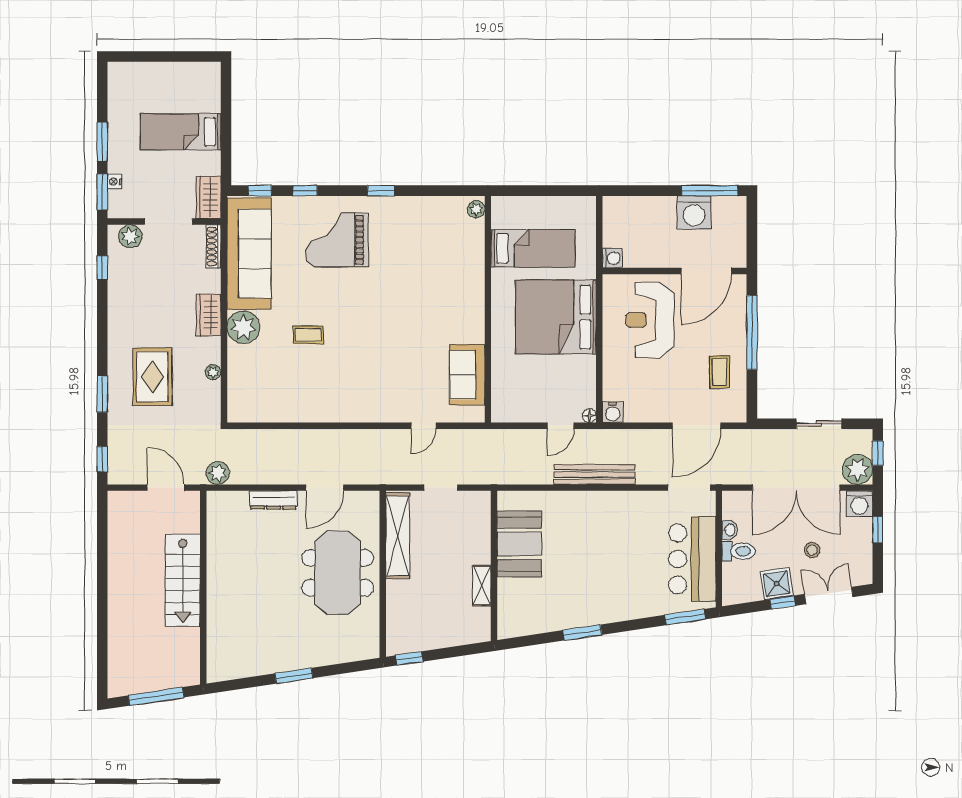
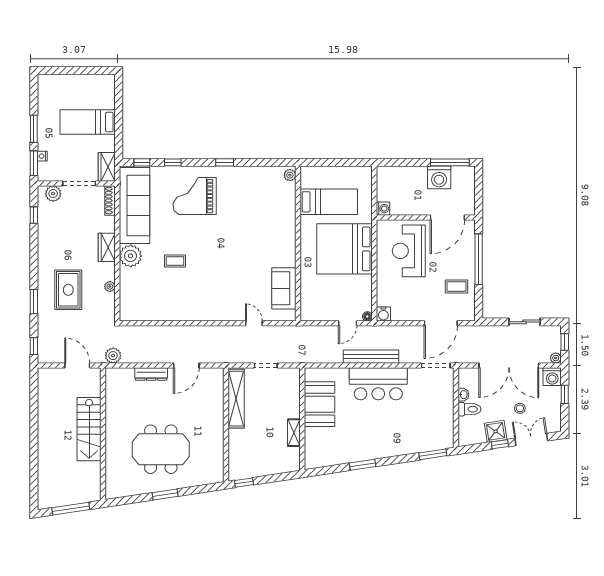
coffee table: (719, 372) -> (456, 287), turned 90
door: (424, 426) -> (254, 323), swing flipped
plant: (857, 469) -> (556, 358), width x0.53, depth x0.53
bar counter: (692, 559) -> (378, 384), moved, turned -90
meeting table: (338, 573) -> (161, 449), moved, turned 90

